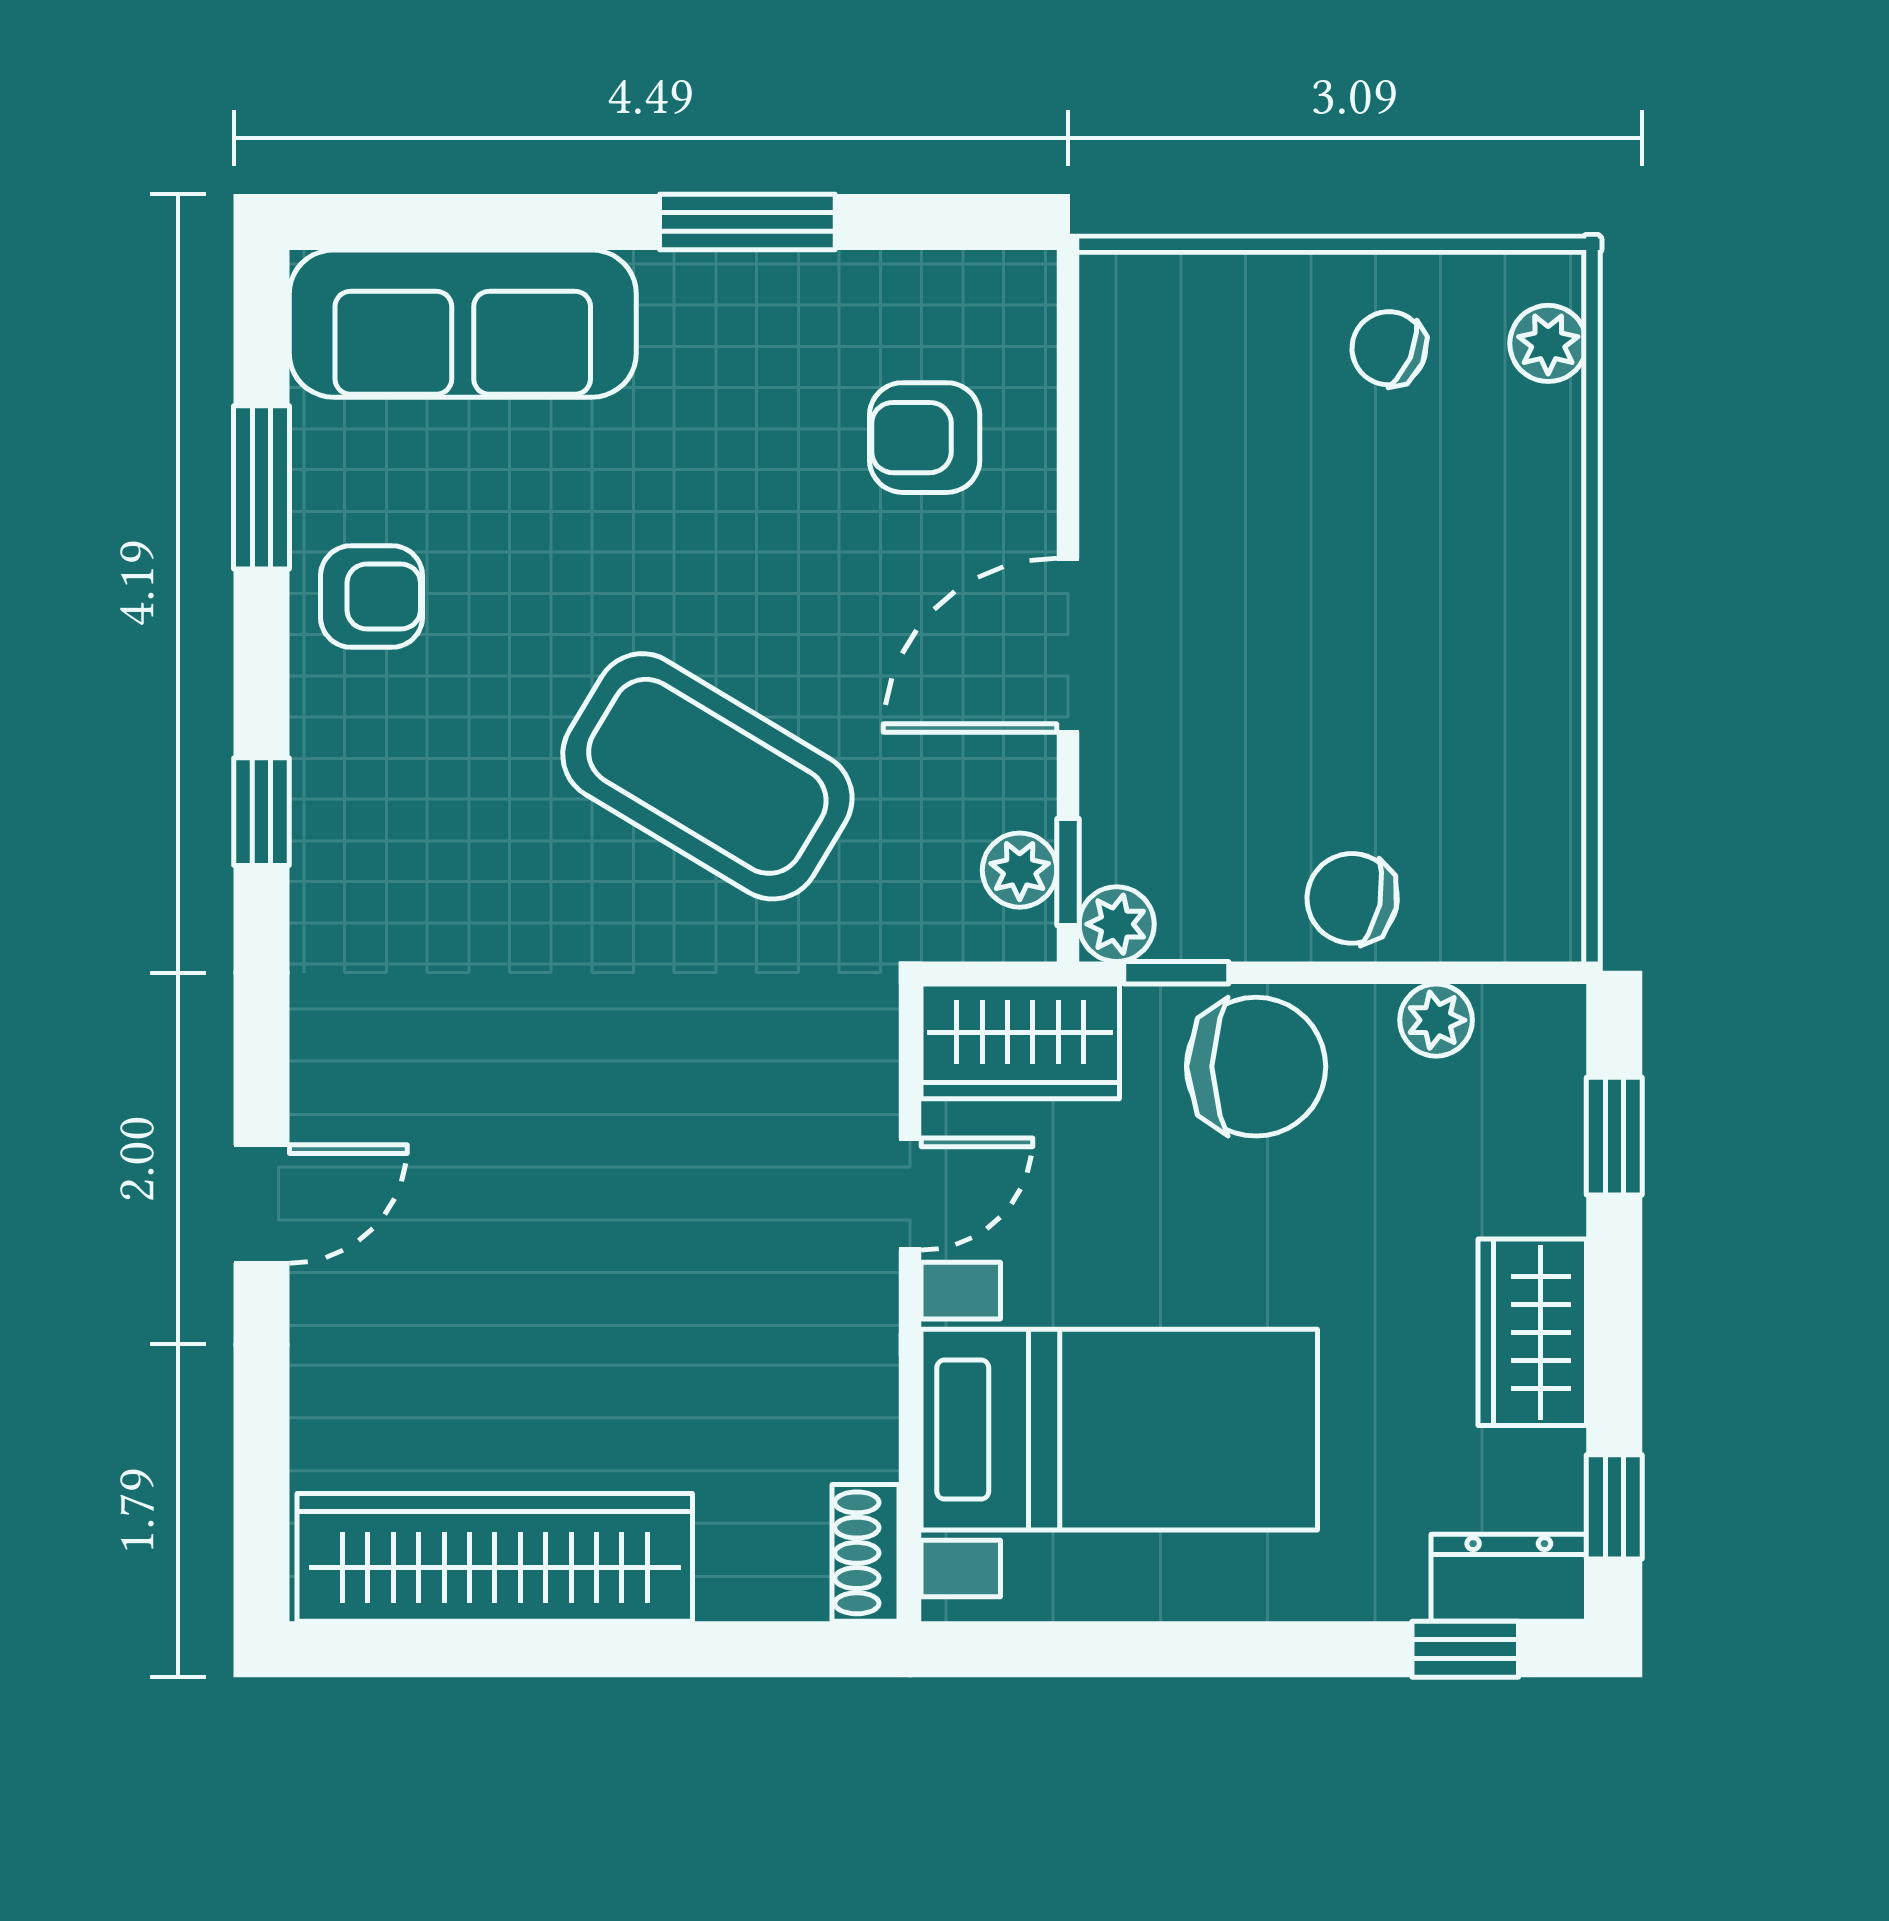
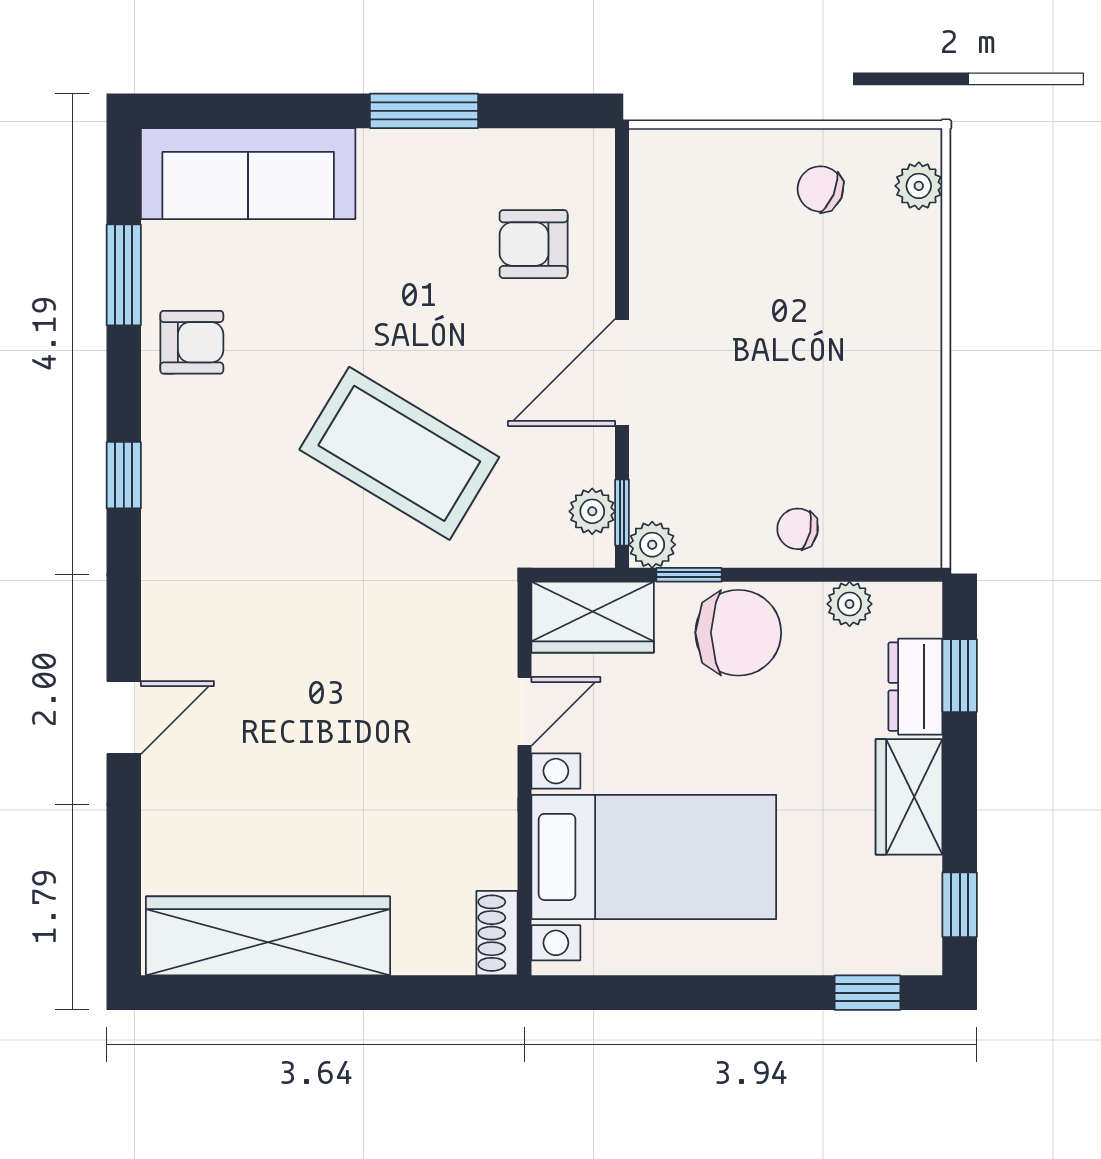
chair: (1352, 898) -> (798, 529), width x0.73, depth x0.73
dresser: (1509, 1578) -> (915, 687), moved, turned -90

